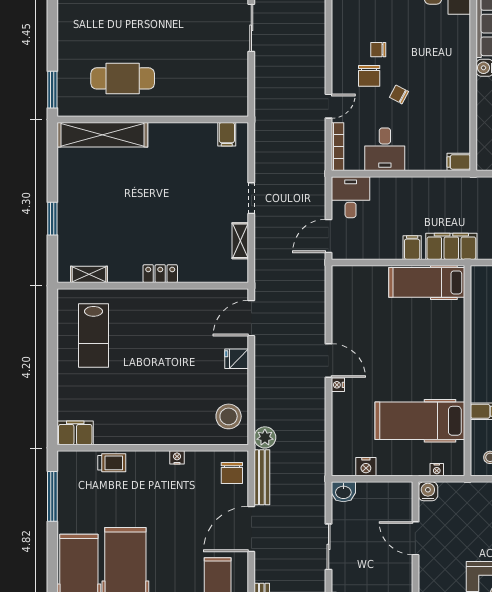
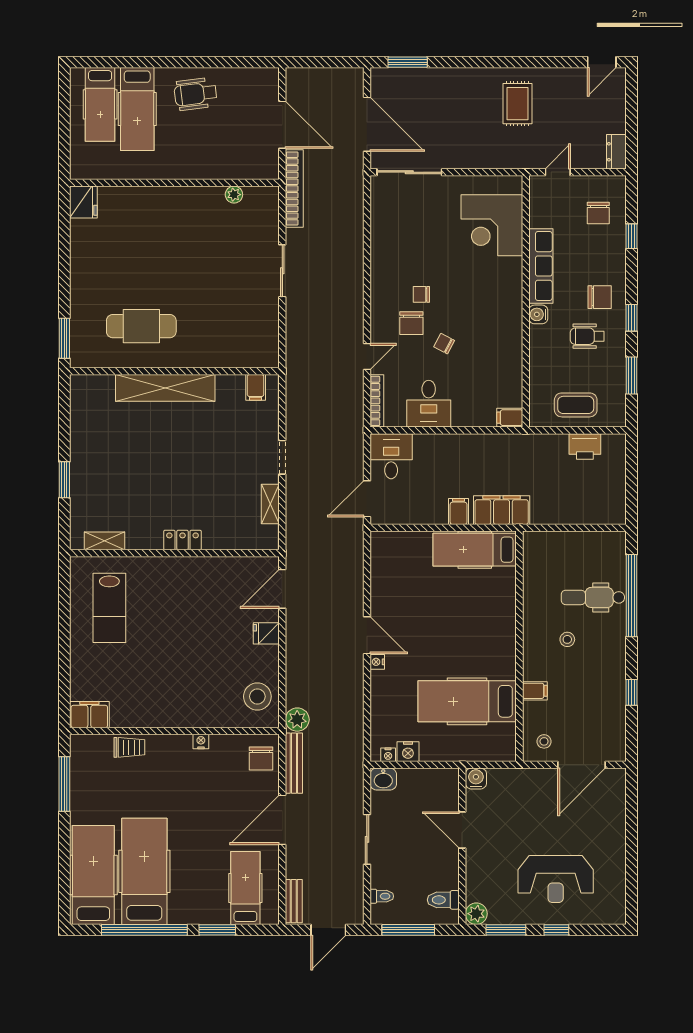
shelving: (102, 135) -> (165, 388), moved
nightstand: (437, 470) -> (388, 755), moved

